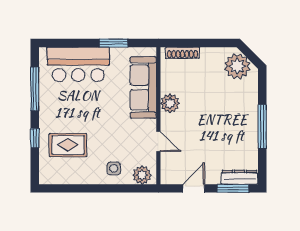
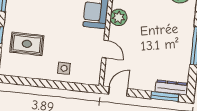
plant: (142, 175) -> (88, 77), removed
door: (194, 188) -> (118, 91), moved

